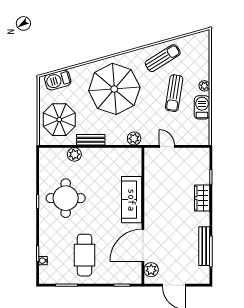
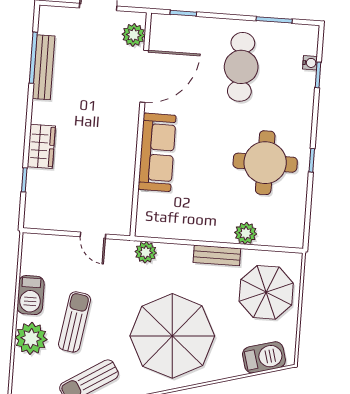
plant: (204, 86) -> (31, 338), width x1.87, depth x1.87

